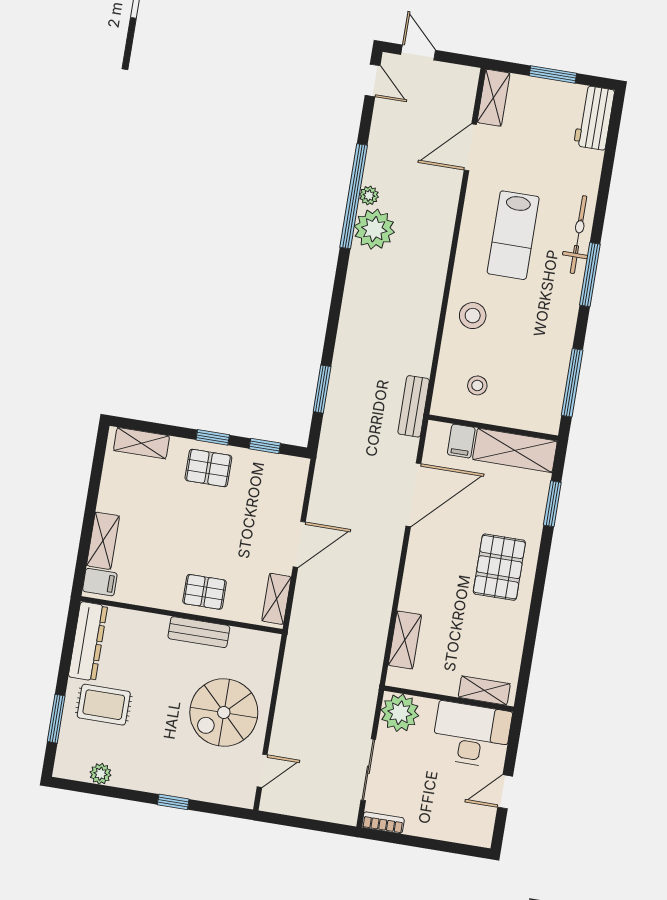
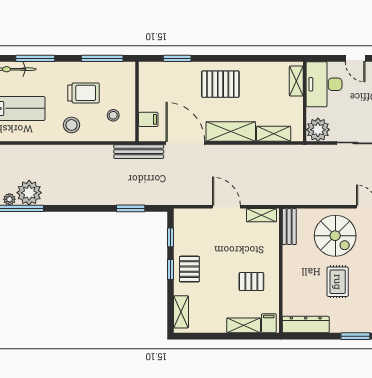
trolley: (521, 343) -> (83, 93), added
bench: (414, 406) -> (139, 152), width x1.36
shelving: (515, 450) -> (231, 132), moved, turned 90
pallet: (205, 592) -> (251, 282), moved, turned 90
bench: (199, 632) -> (289, 227), moved
rug: (104, 705) -> (338, 282), moved

